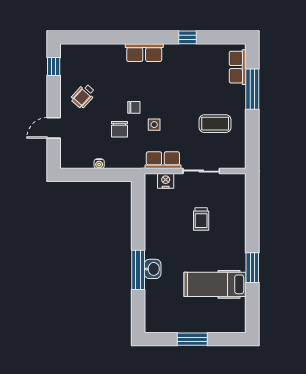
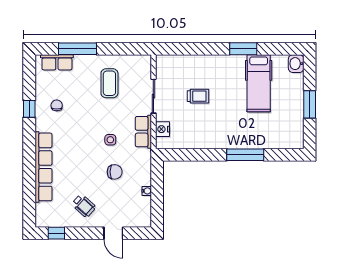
row of seats: (144, 53) -> (43, 167), width x2.02
chair: (134, 107) -> (57, 105), moved
washbasin: (153, 269) -> (296, 64), moved, turned -90

